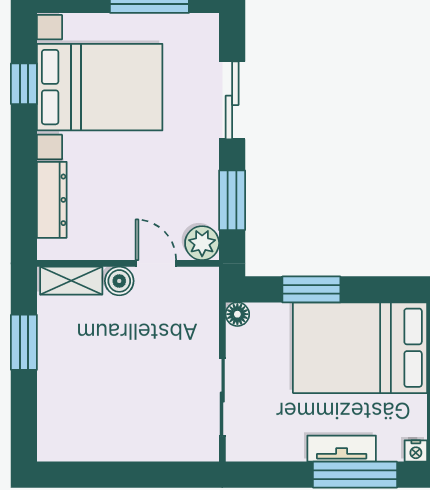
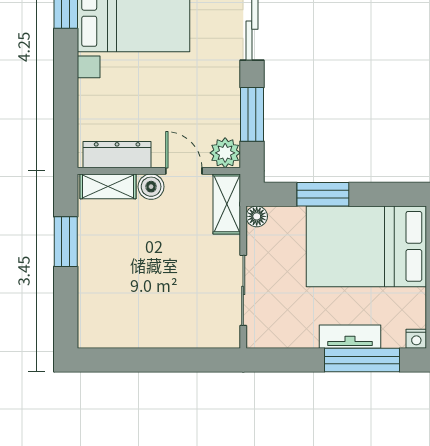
dresser: (52, 200) -> (117, 155), moved, turned -90
shelving: (204, 300) -> (227, 204), added

